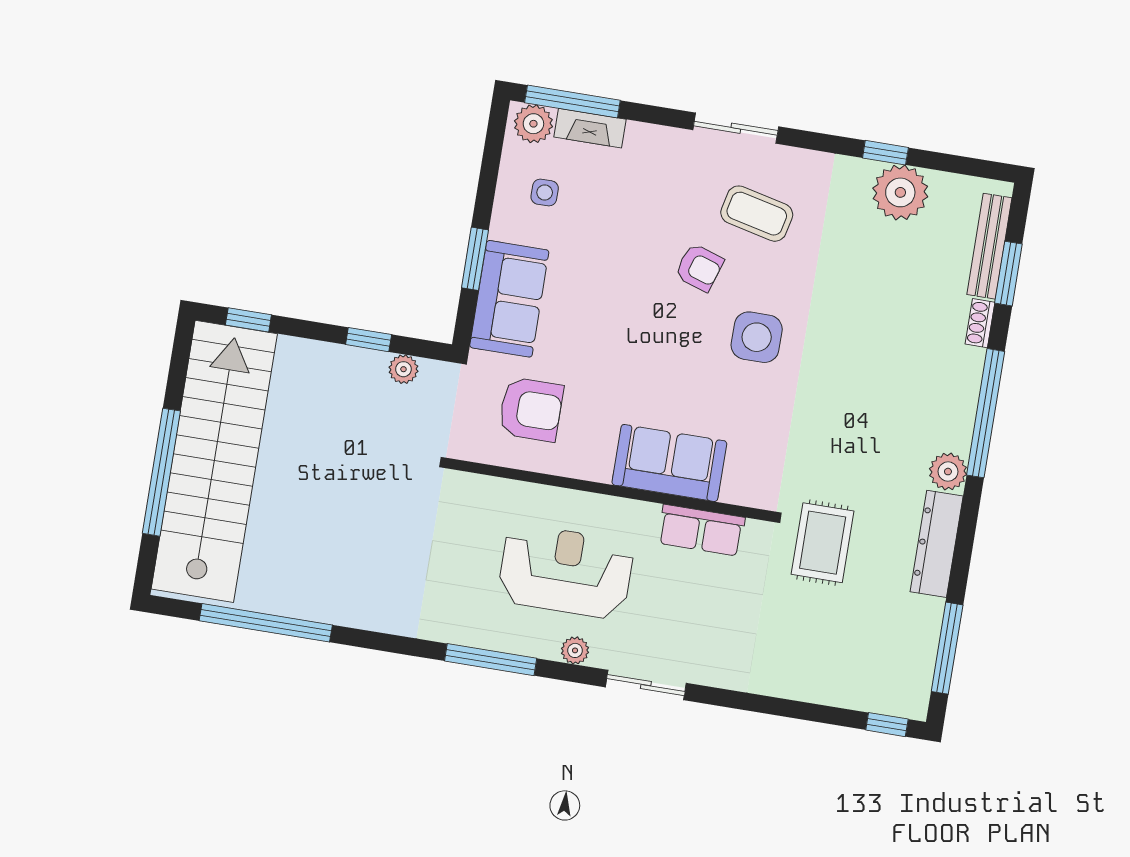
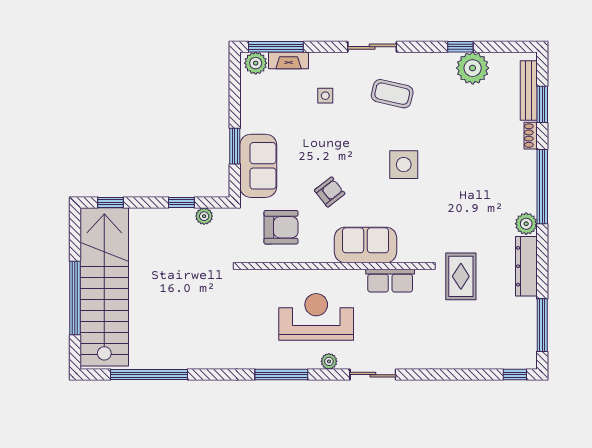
side table: (545, 193) -> (325, 96), moved
armchair: (699, 268) -> (330, 192), moved, turned -56

